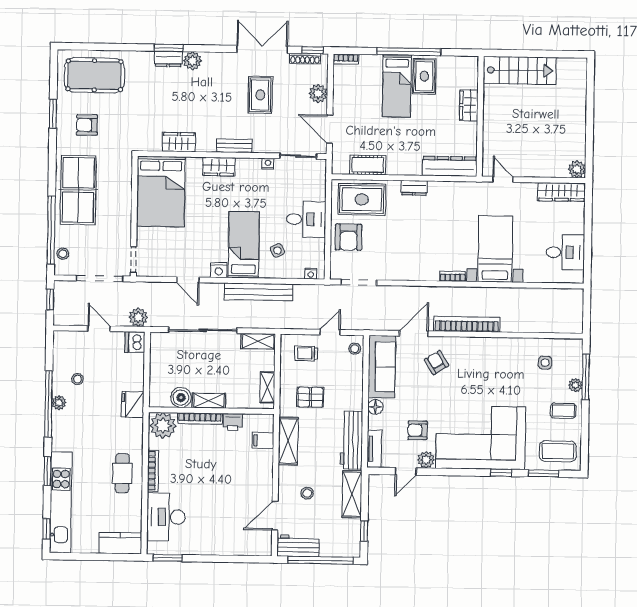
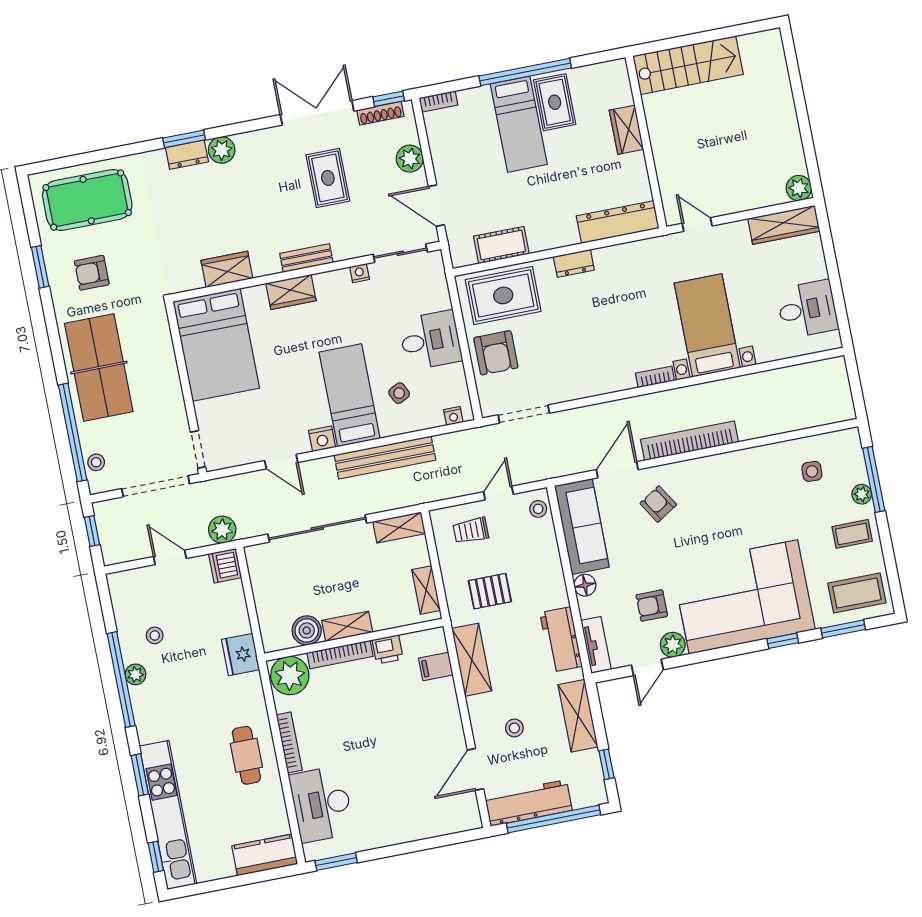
workbench: (351, 440) -> (561, 640), width x0.73
workbench: (298, 546) -> (528, 803), width x1.38

